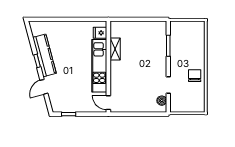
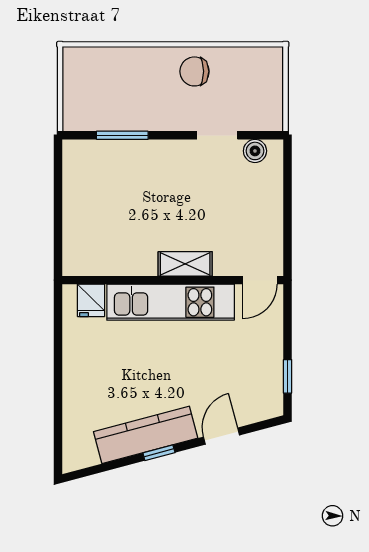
shelving: (115, 49) -> (185, 264), moved
door: (44, 87) -> (222, 436), swing flipped

